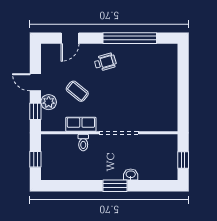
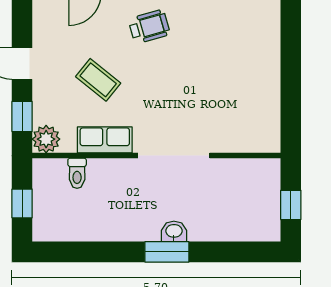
plant: (49, 102) -> (46, 139), moved
toilet: (83, 143) -> (77, 173), moved
washbasin: (131, 175) -> (174, 231), moved

